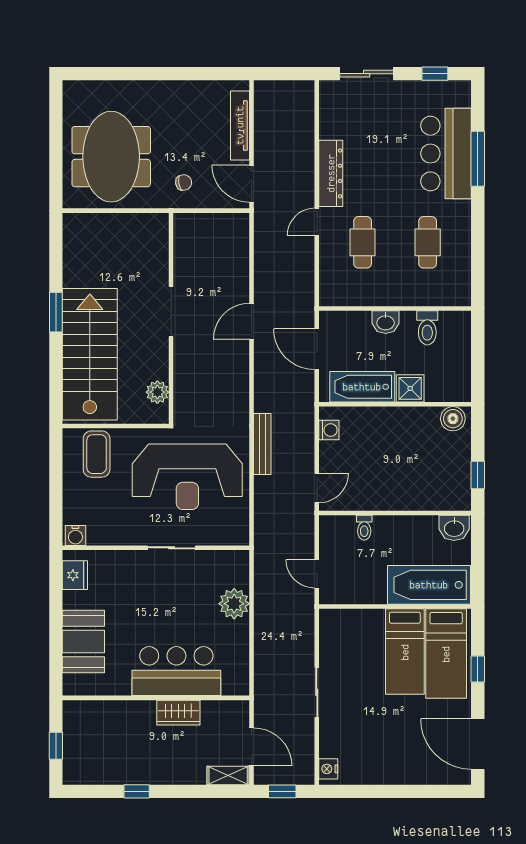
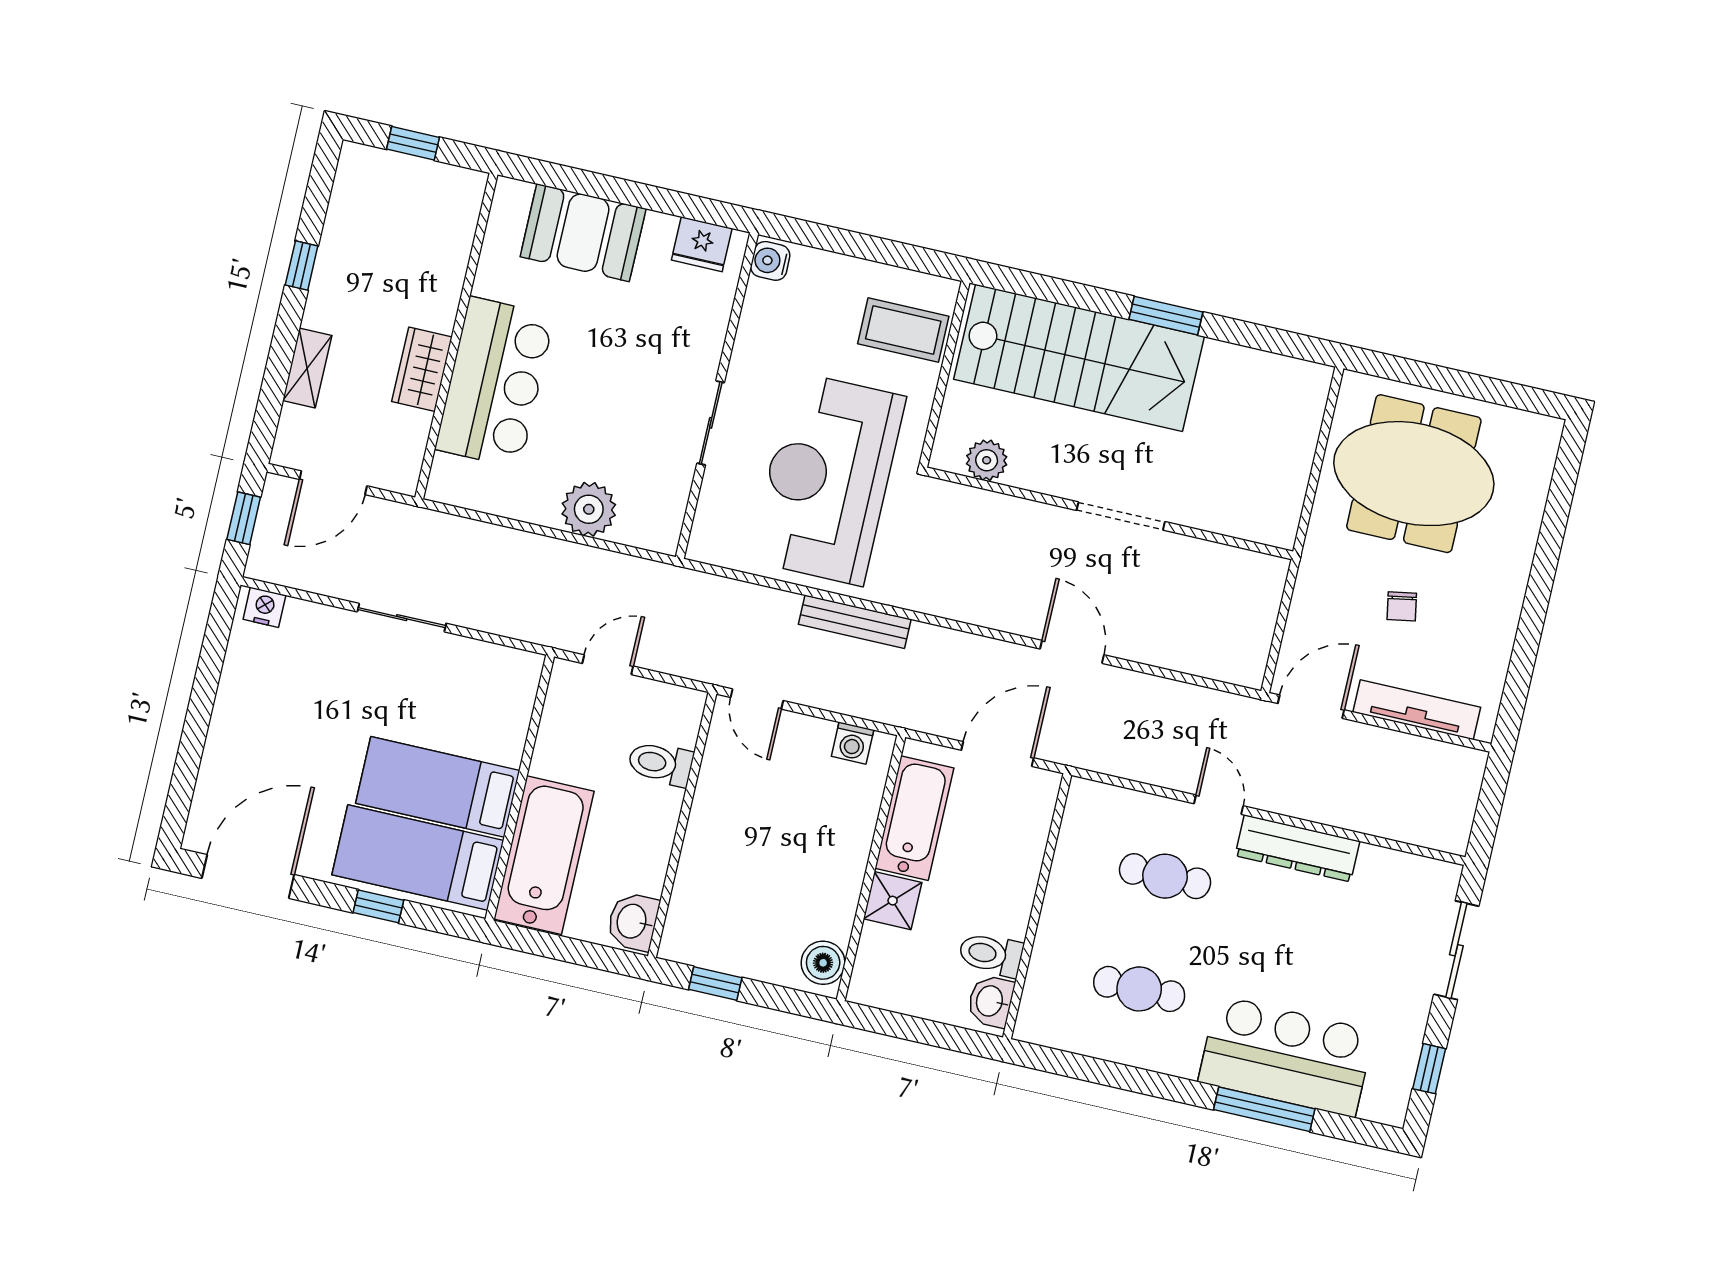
chair: (184, 183) -> (1402, 606), moved
washbasin: (386, 322) -> (991, 1001), moved
toilet: (364, 528) -> (661, 764), width x1.37, depth x1.39
shelving: (228, 775) -> (307, 368), moved

